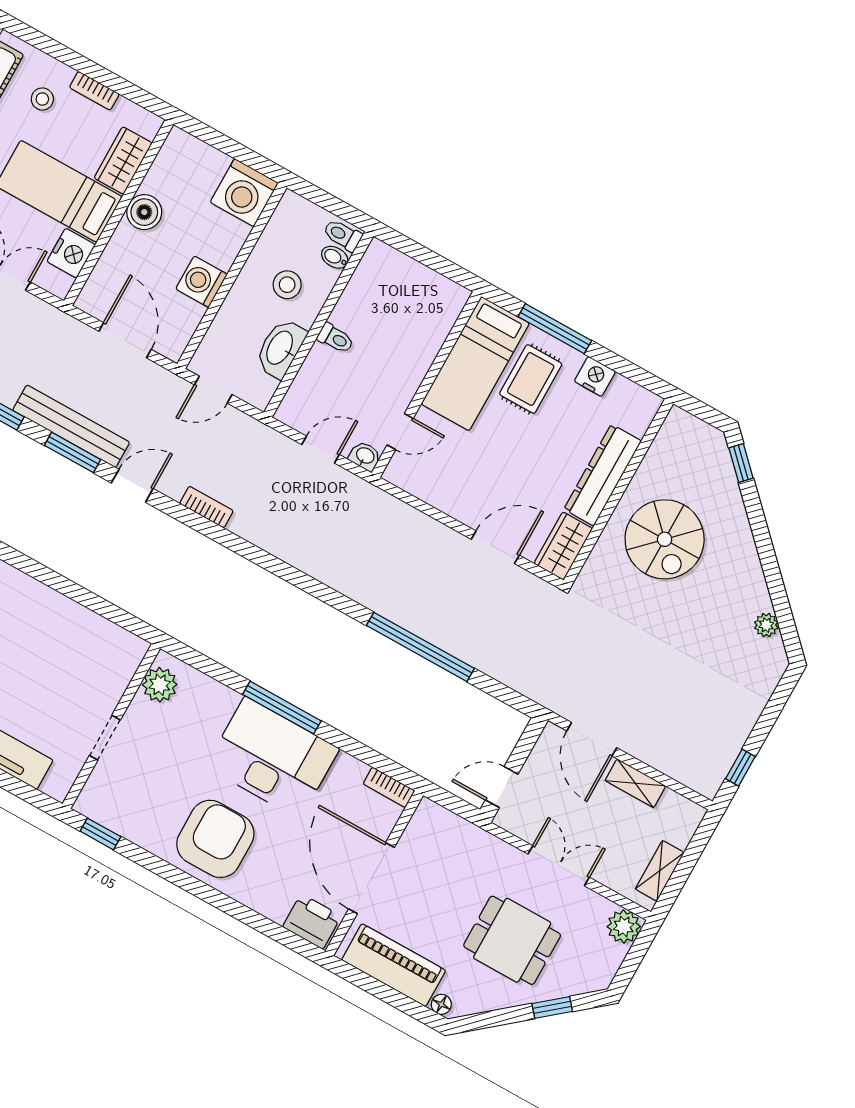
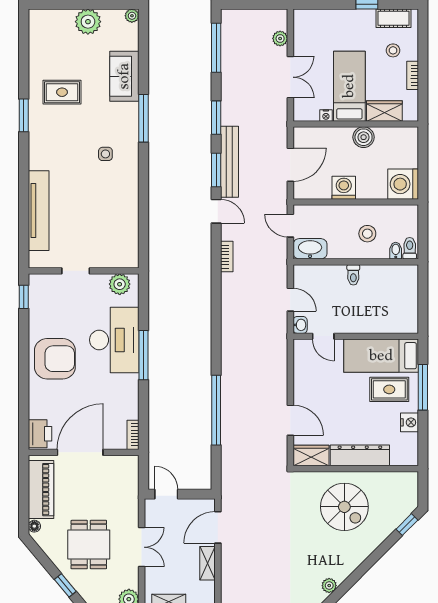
nightstand: (71, 253) -> (326, 115), width x0.53, depth x0.56
washbasin: (280, 348) -> (310, 249), moved
spiral stairs: (665, 539) -> (344, 507), turned -90
desk: (272, 758) -> (114, 340), moved

